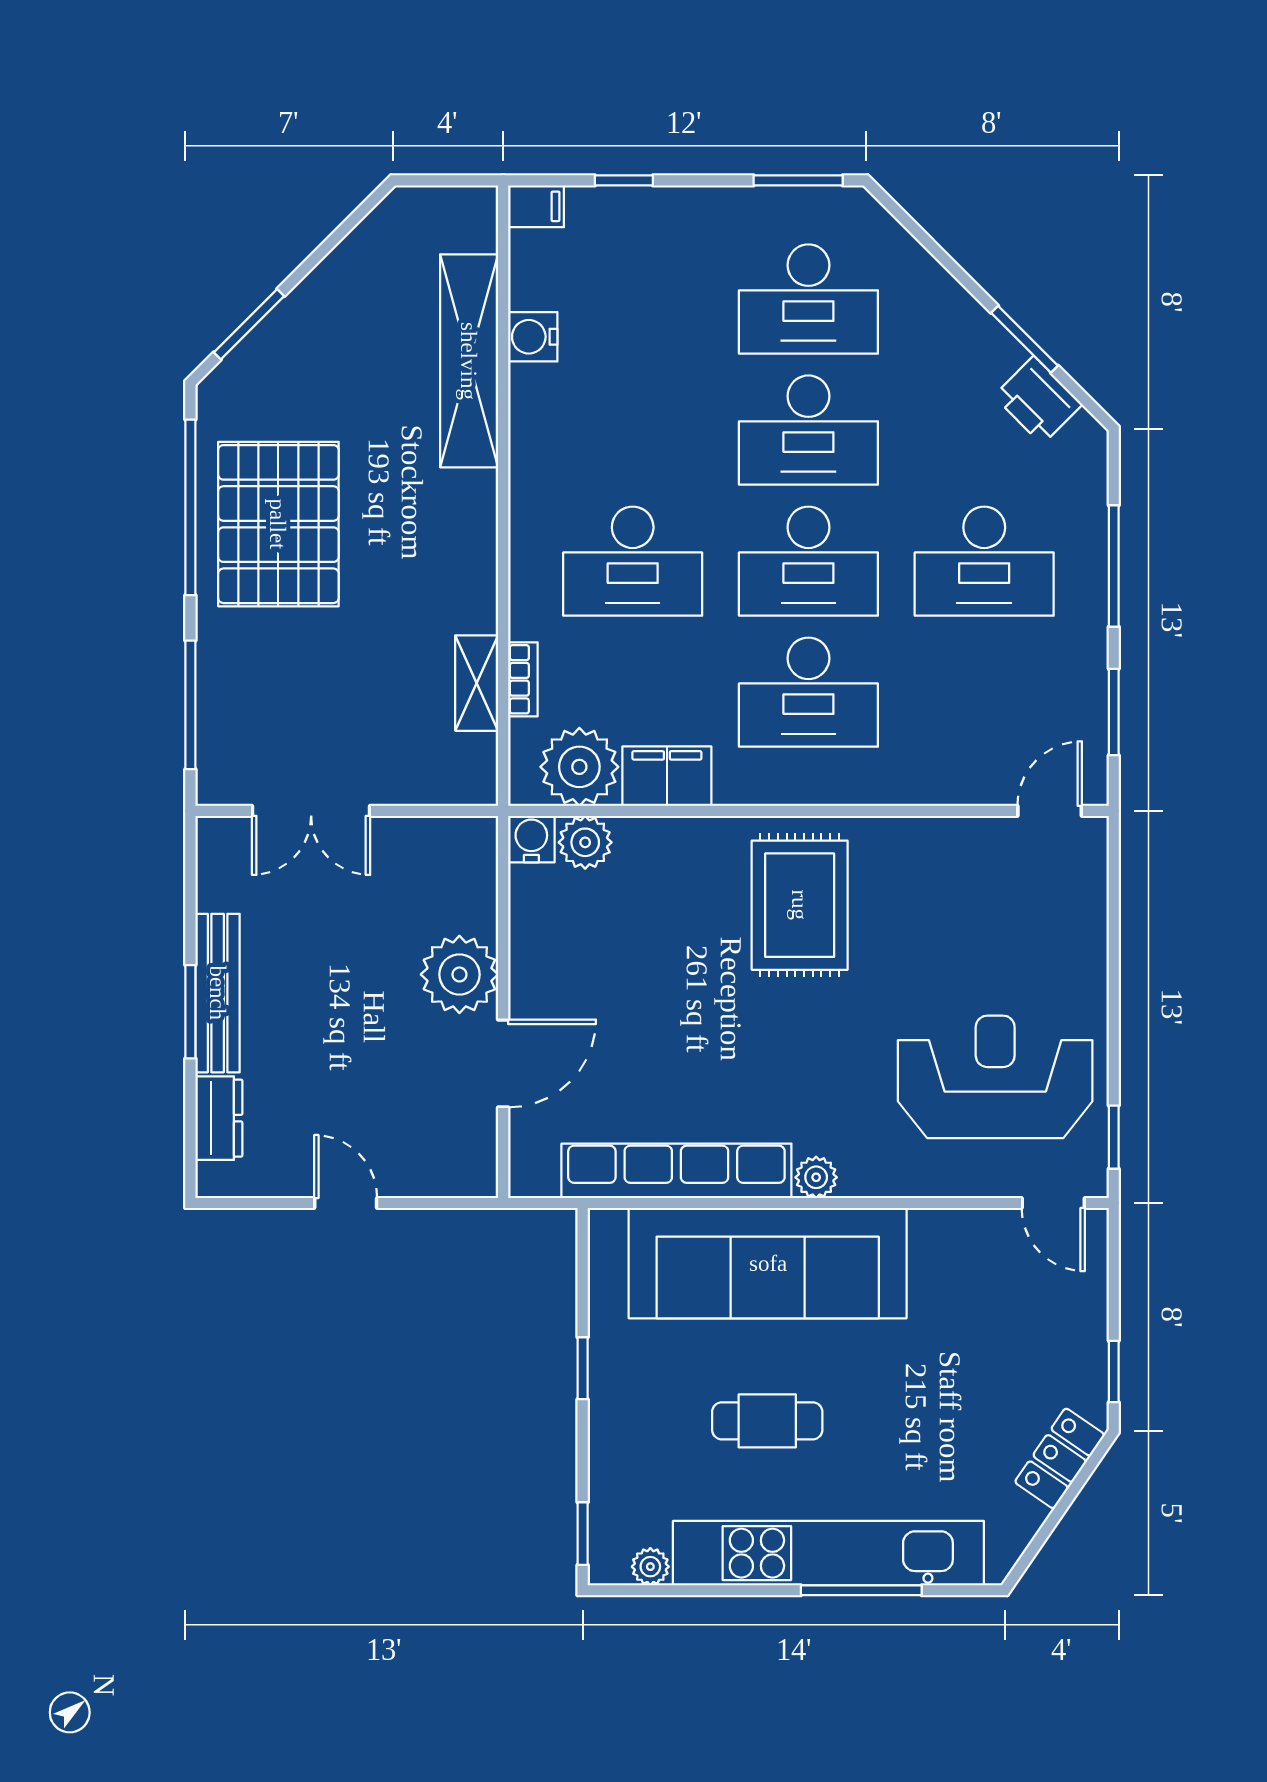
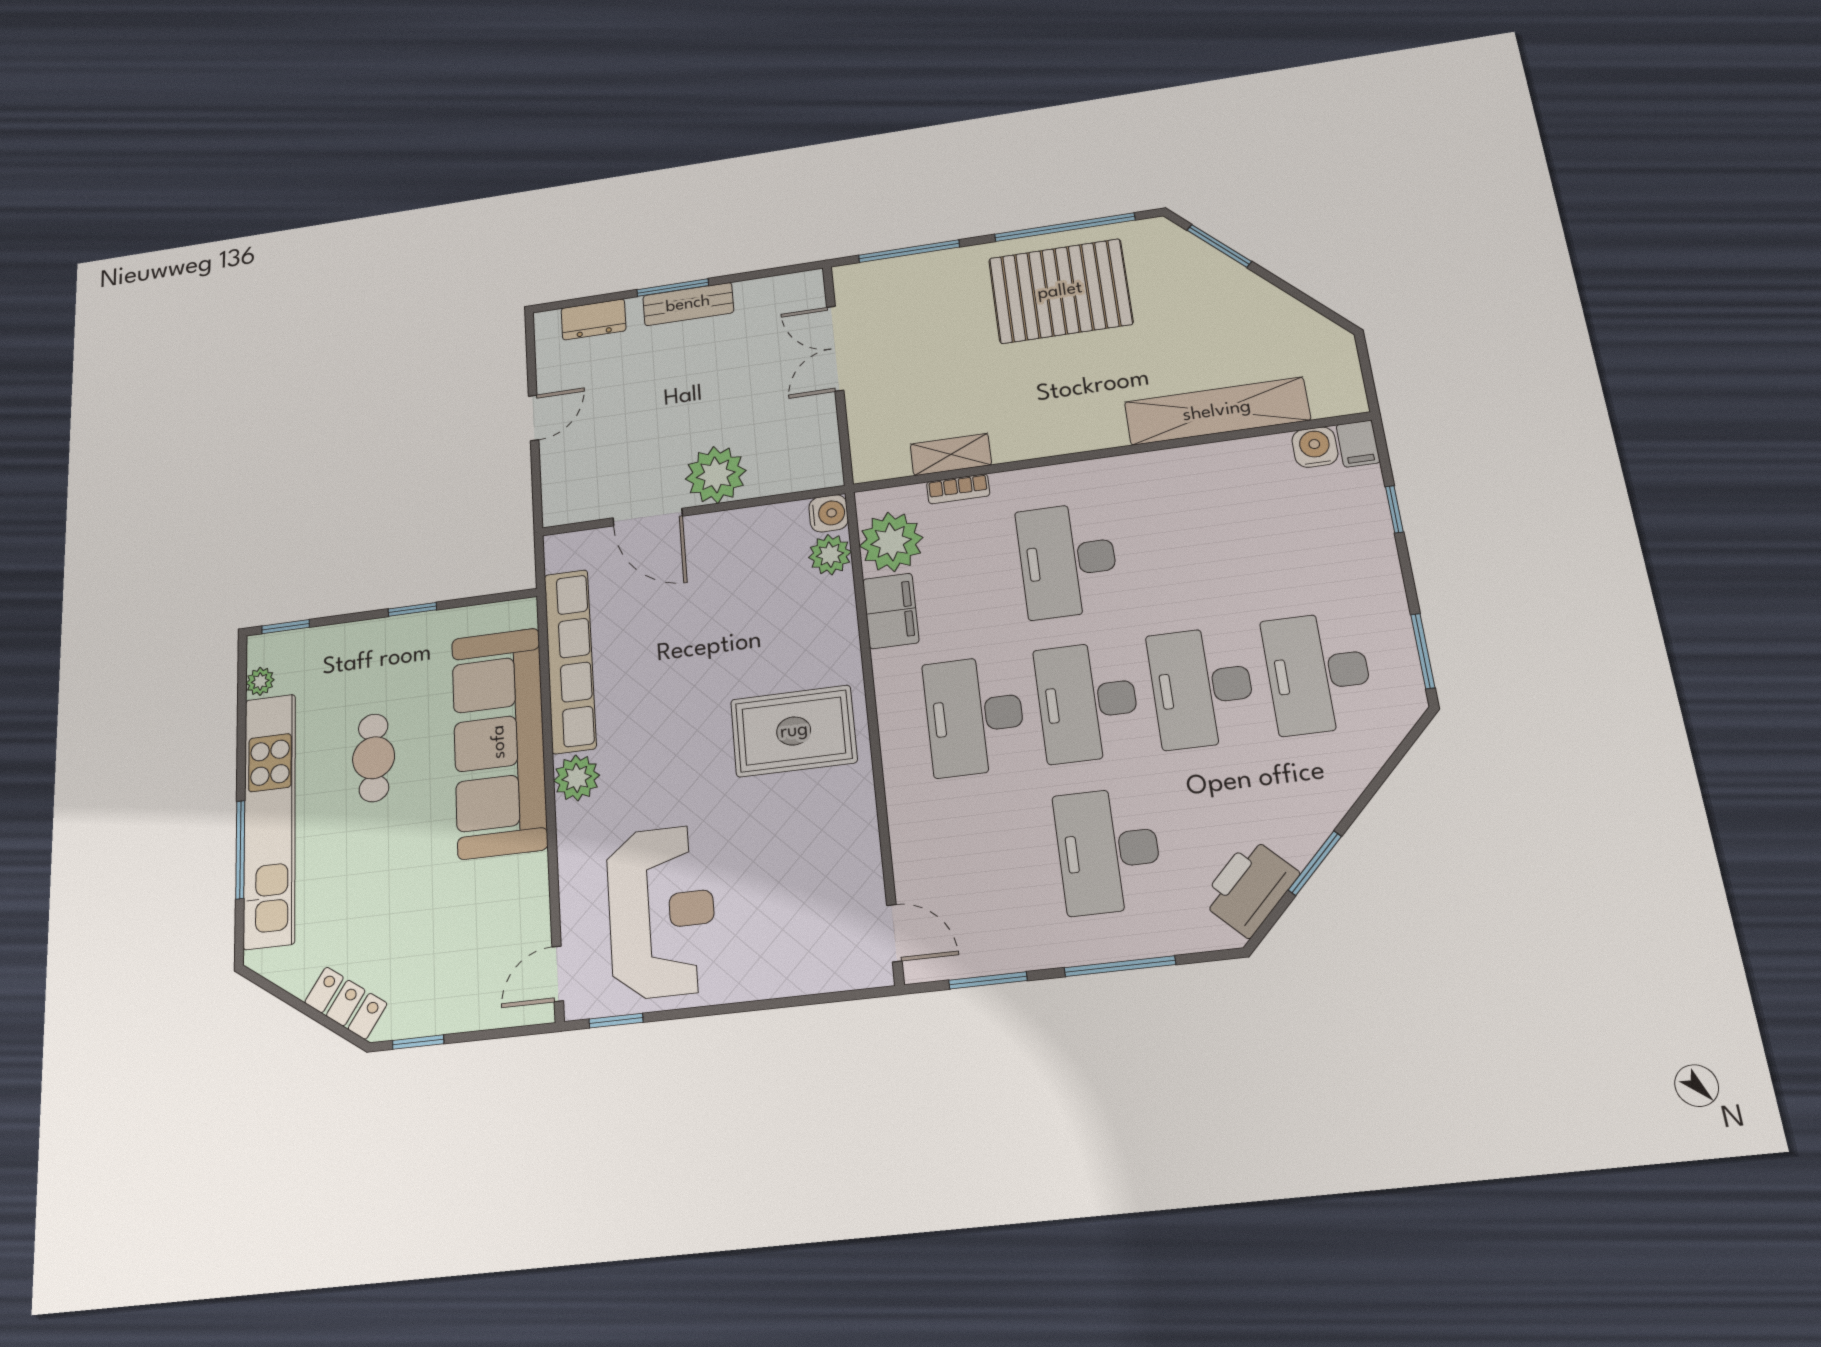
water cooler: (533, 337) -> (1315, 447), moved
printer: (1038, 400) -> (1250, 887), width x1.37, depth x1.19
bench: (218, 993) -> (688, 304), width x0.73
plant: (816, 1177) -> (577, 778), width x1.38, depth x1.38

